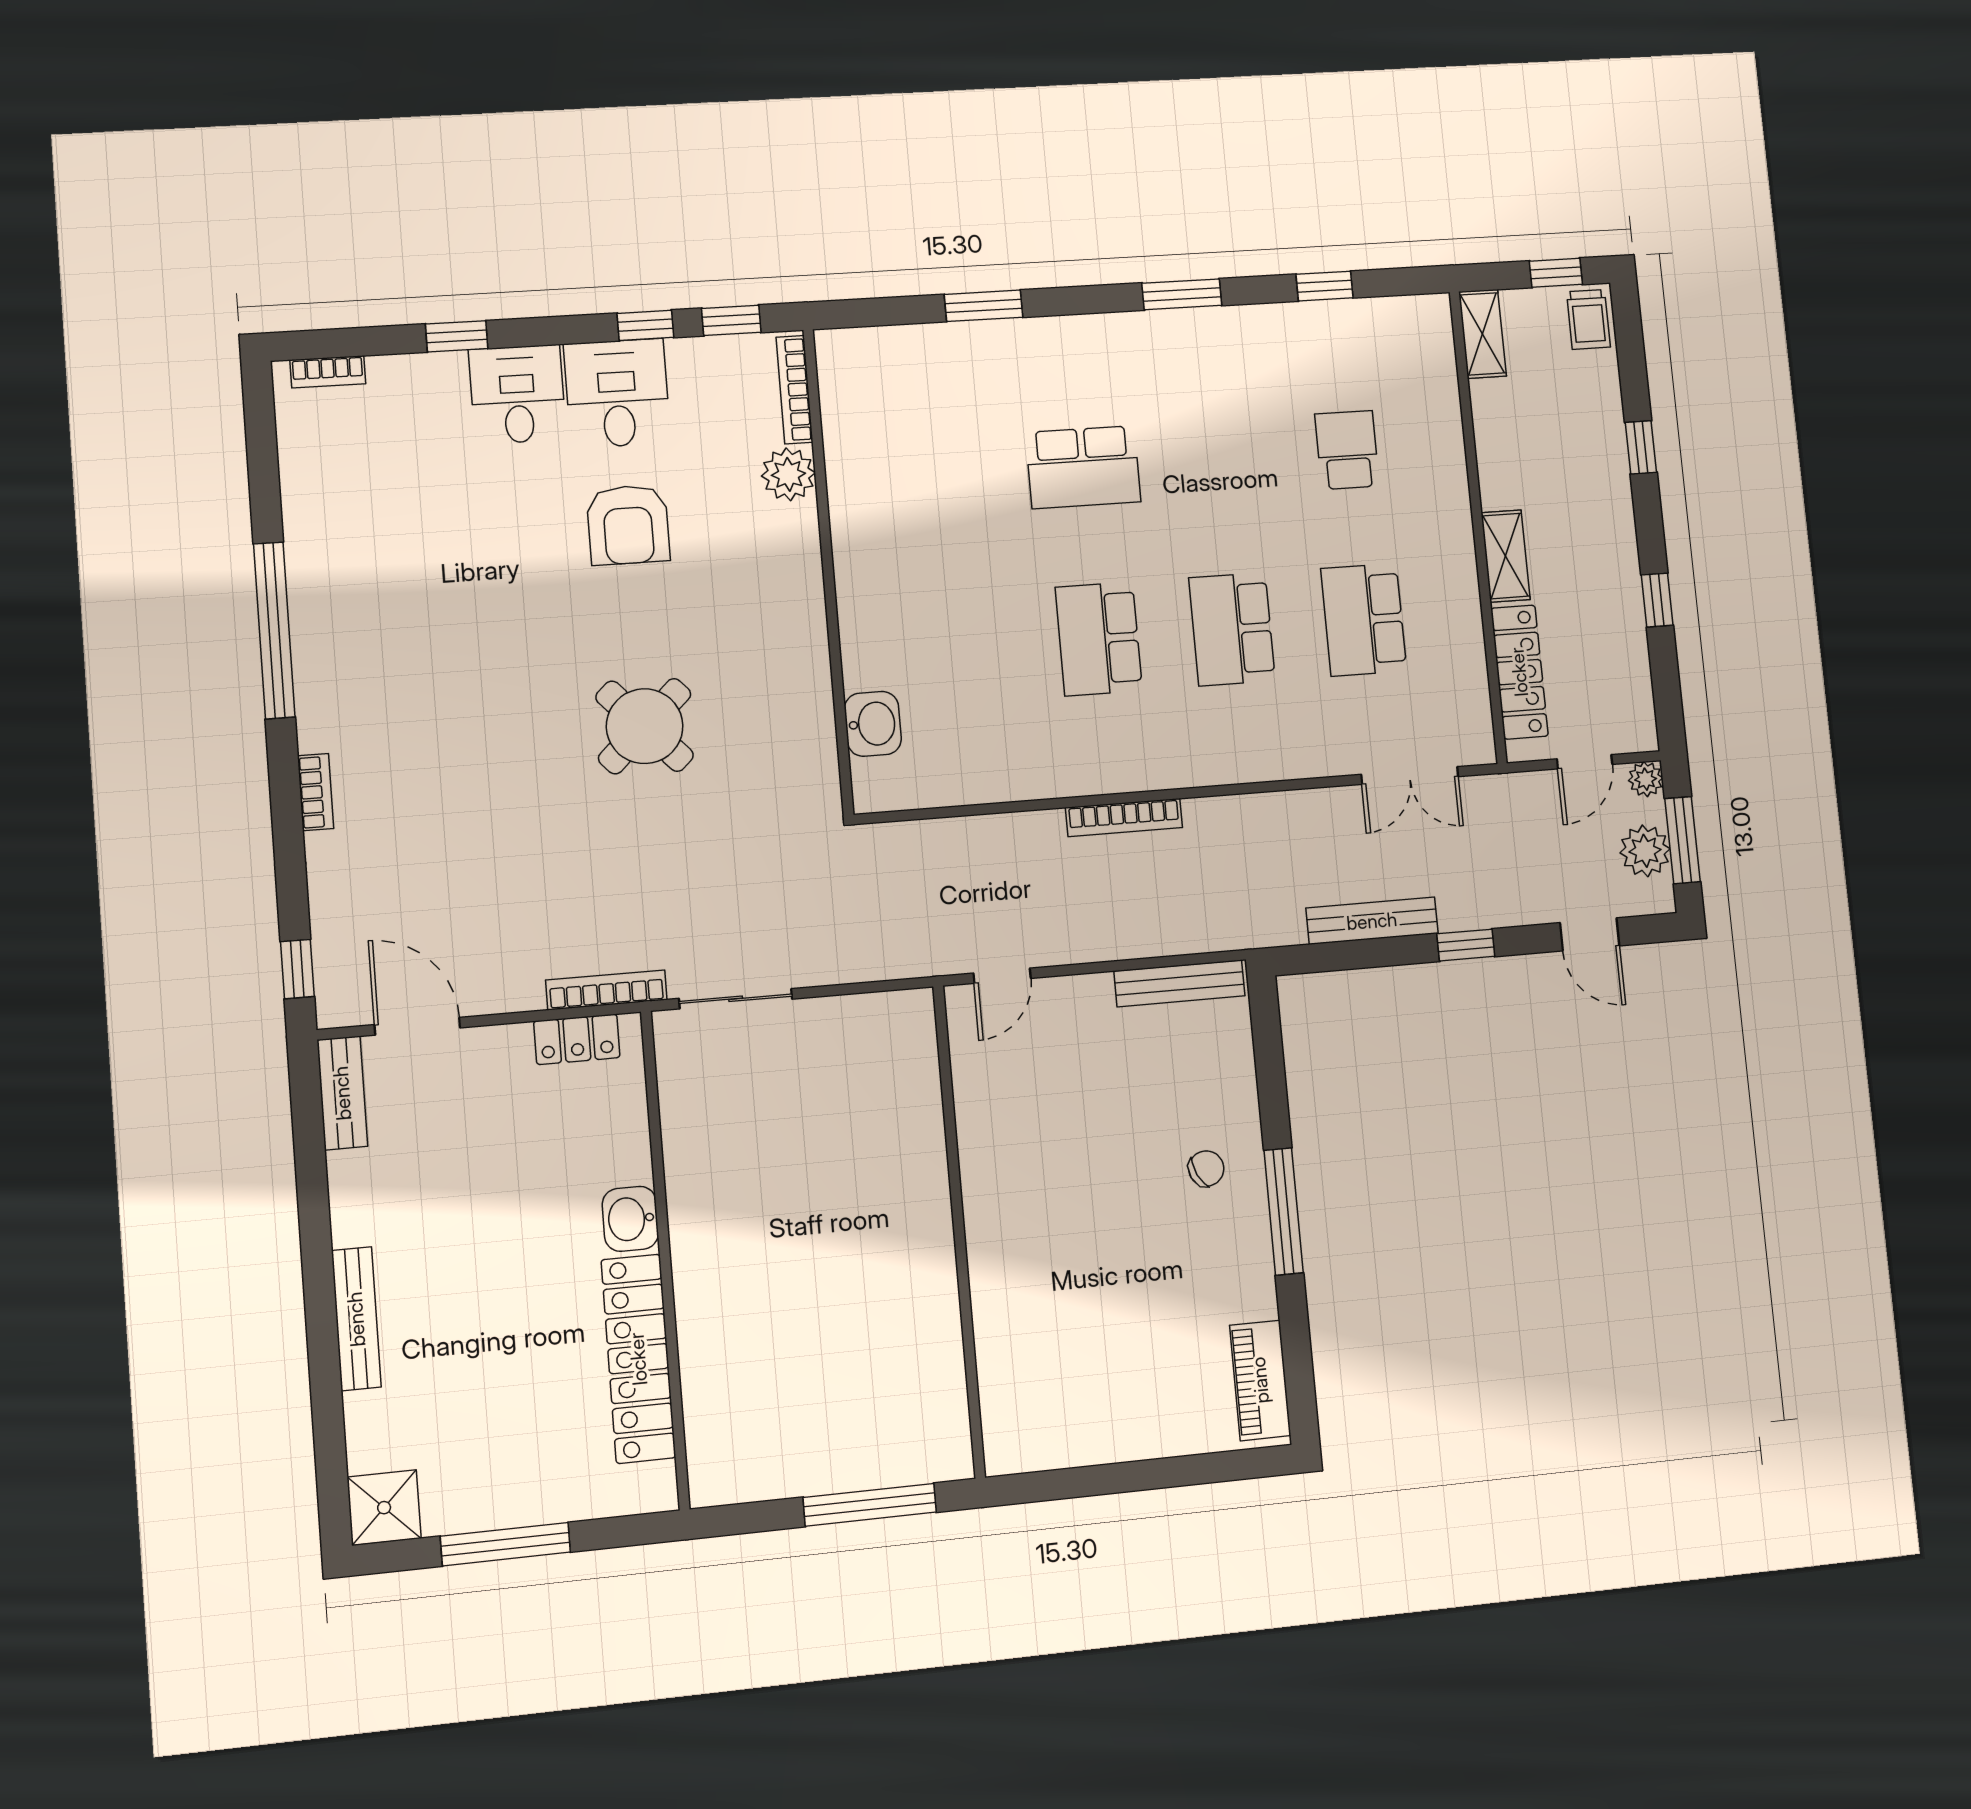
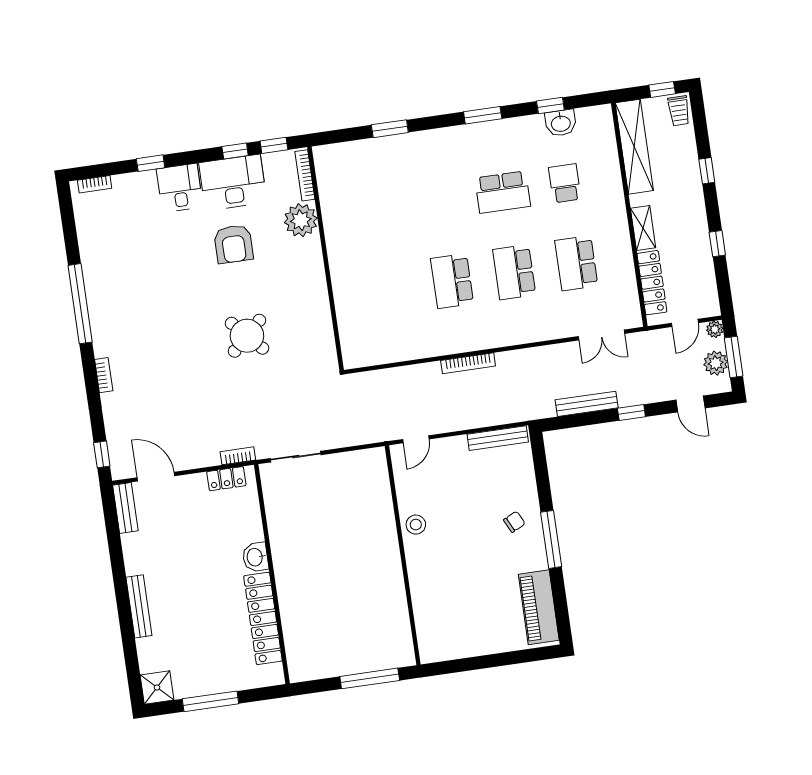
shelving: (1483, 334) -> (634, 147), width x2.20, depth x1.33
desk: (617, 393) -> (233, 182), width x1.37
school desk: (1083, 467) -> (503, 192), moved
plant: (788, 474) -> (301, 220), width x1.36, depth x1.36
washbasin: (873, 724) -> (561, 123), moved, turned 90
bookcase: (606, 990) -> (238, 456), width x0.64
stool: (992, 1164) -> (416, 525), added
piano: (1260, 1380) -> (539, 607), width x1.37, depth x1.33

